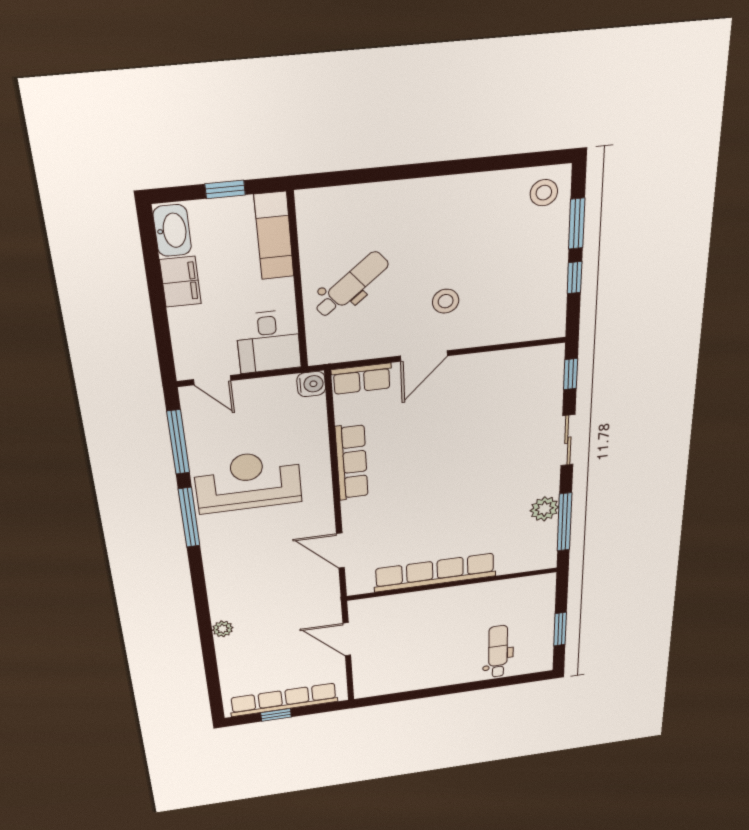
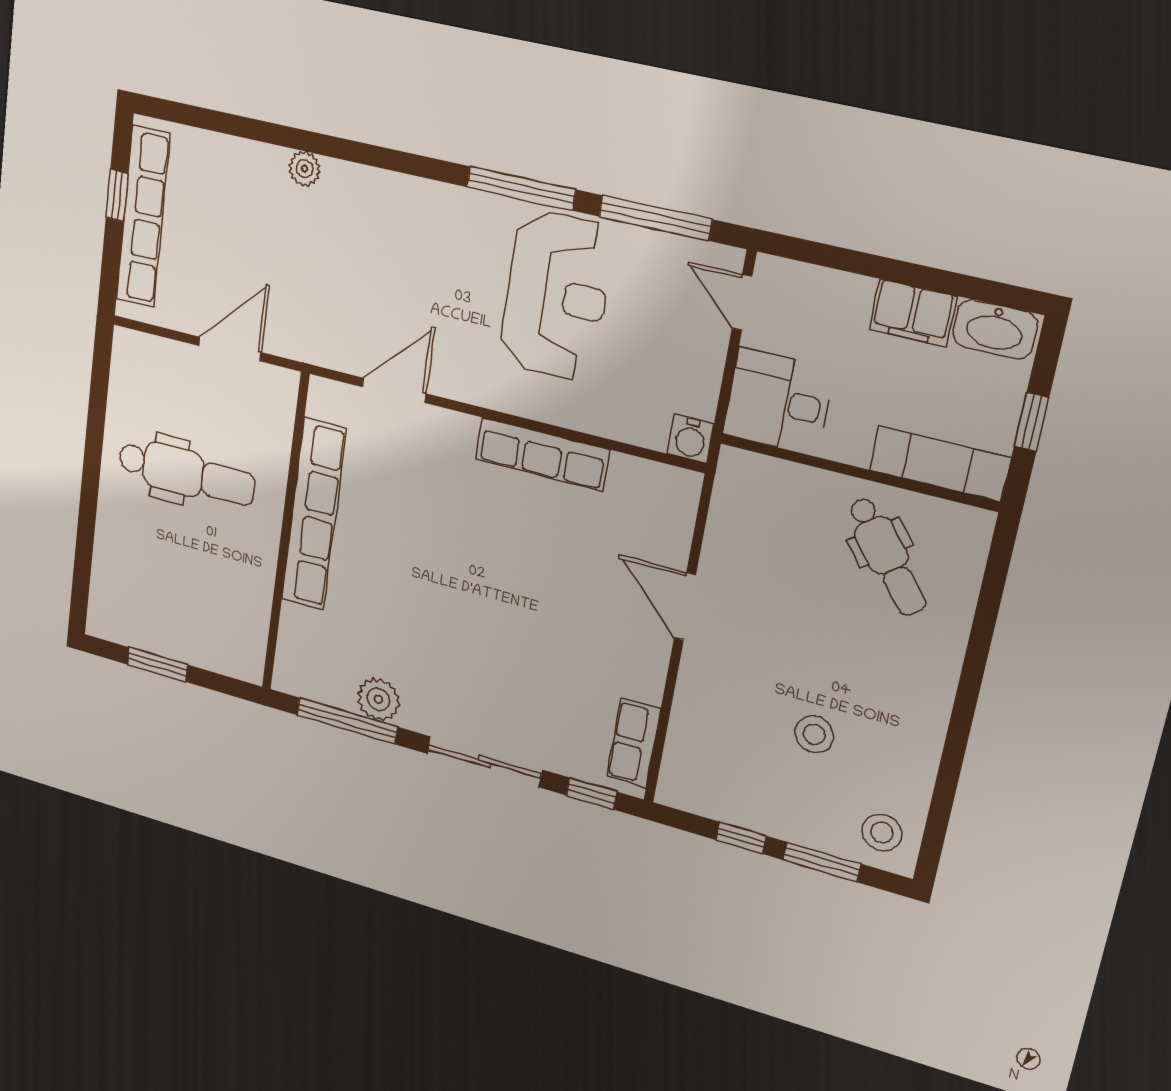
dental chair: (351, 285) -> (887, 556), moved
stool: (446, 301) -> (814, 734), moved
row of seats: (362, 379) -> (633, 743), moved
door: (212, 380) -> (742, 303), hinge flipped
sliding door: (568, 440) -> (484, 762), width x1.37
dental chair: (498, 651) -> (186, 473), moved, width x1.36, depth x1.38

